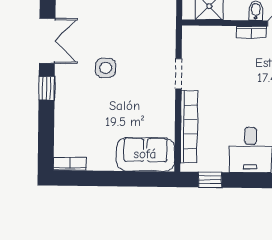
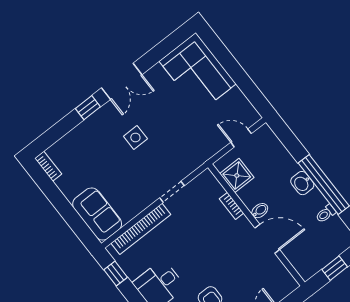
bookcase: (251, 32) -> (232, 206), moved

